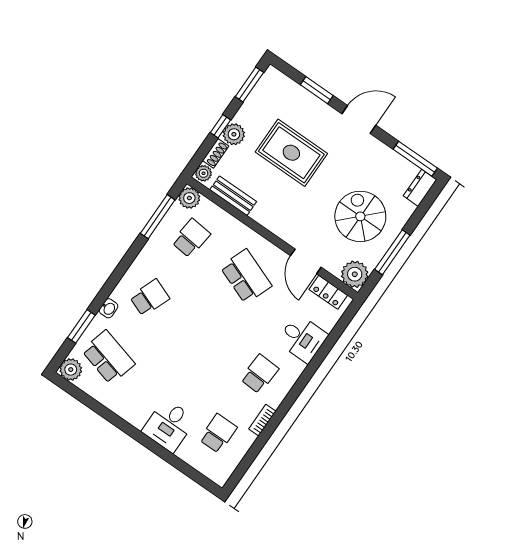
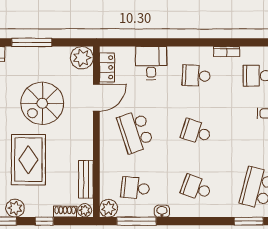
plant: (234, 134) -> (15, 208), moved
spiral stairs: (360, 216) -> (42, 103), moved
window: (392, 252) -> (32, 42), moved
school desk: (246, 276) -> (135, 132), turned -39
washbasin: (108, 308) -> (162, 211), moved
school desk: (205, 336) -> (196, 132), added

